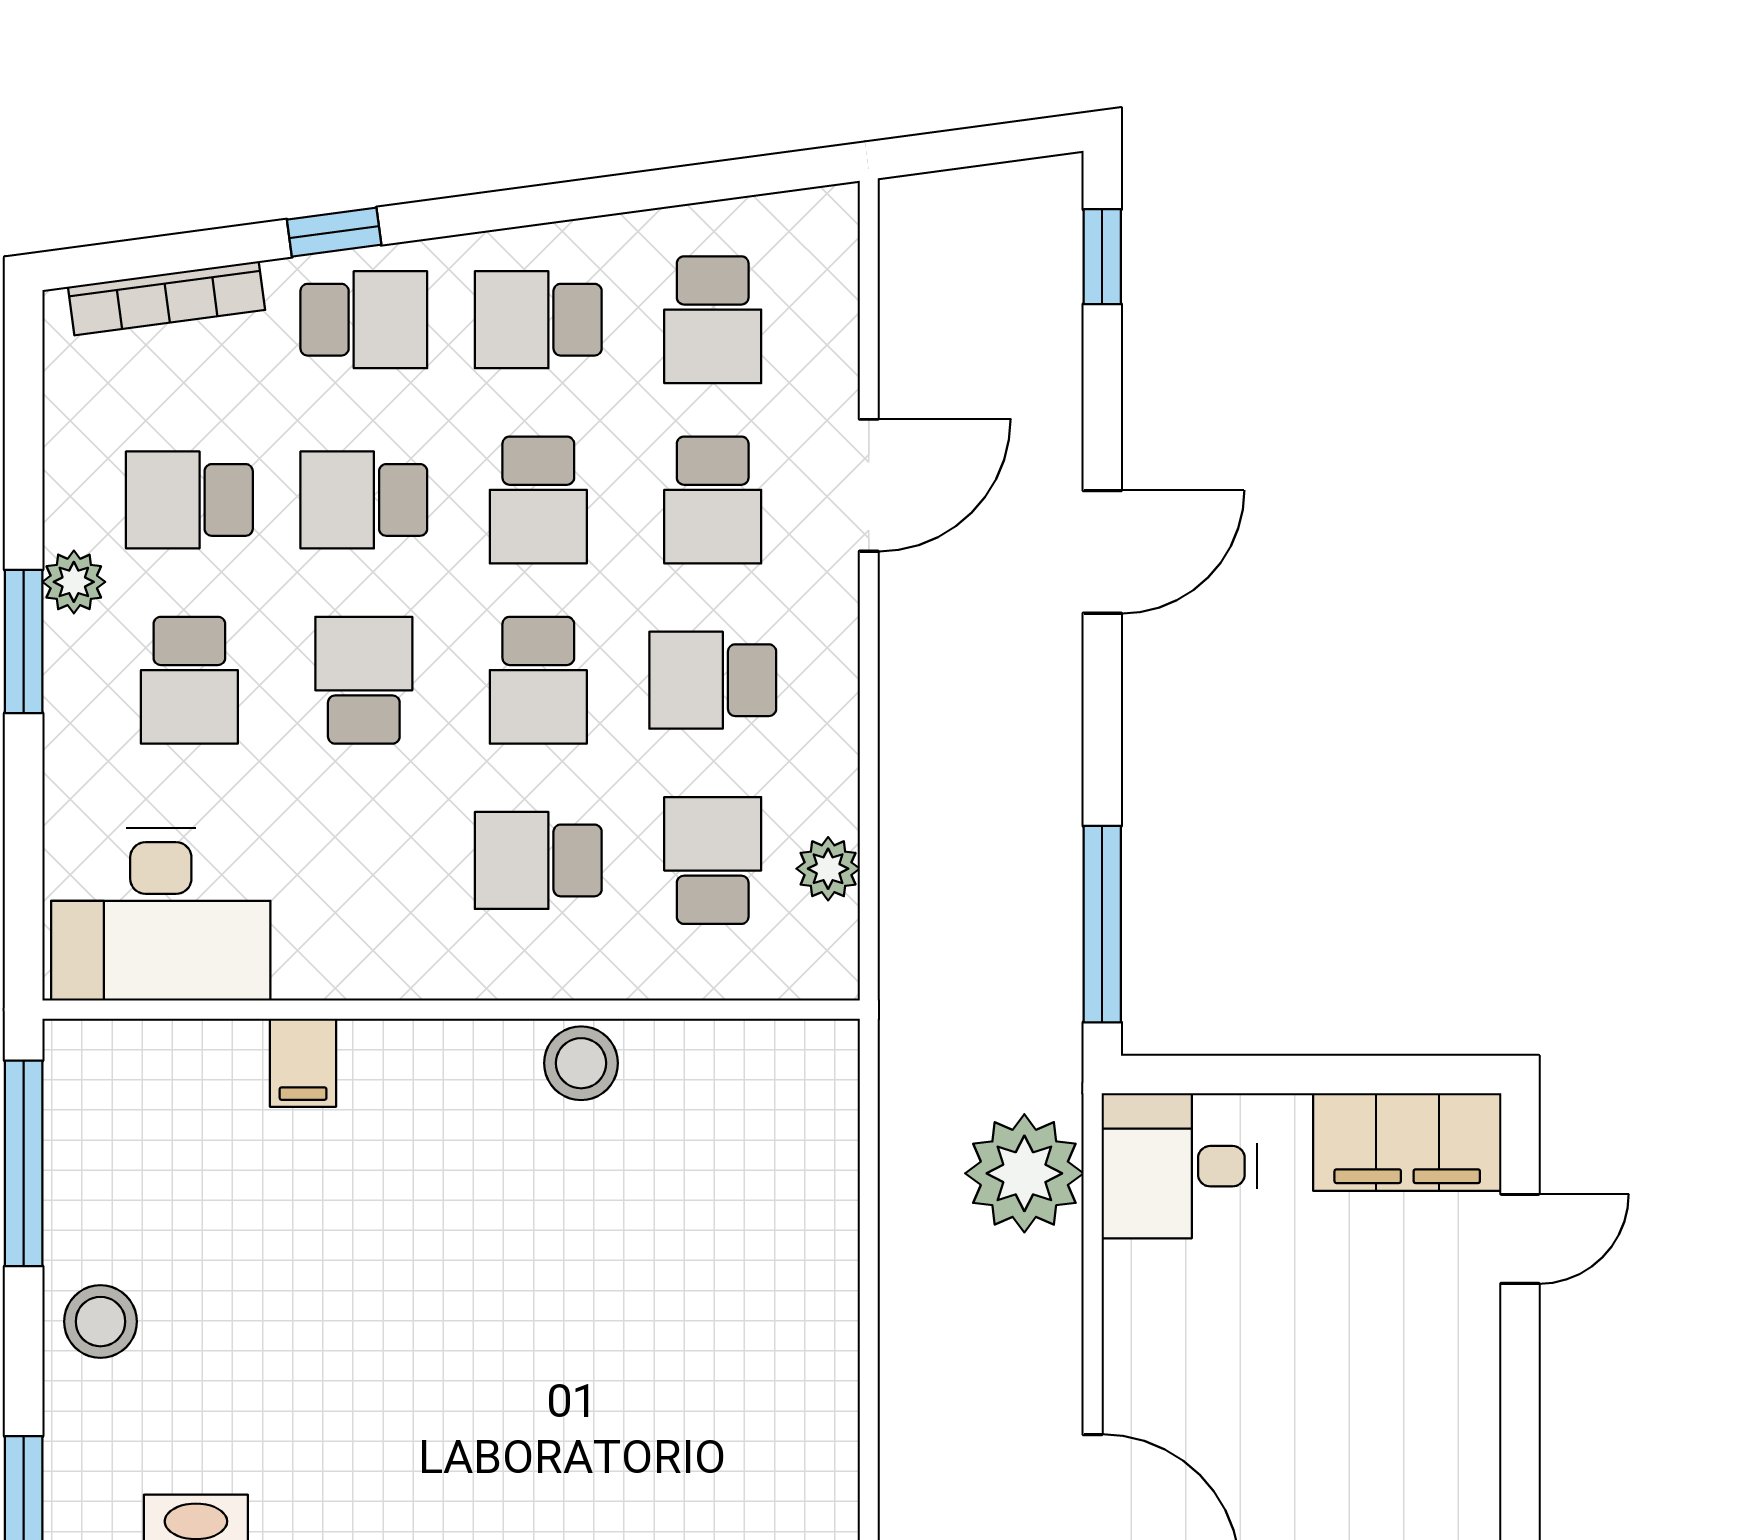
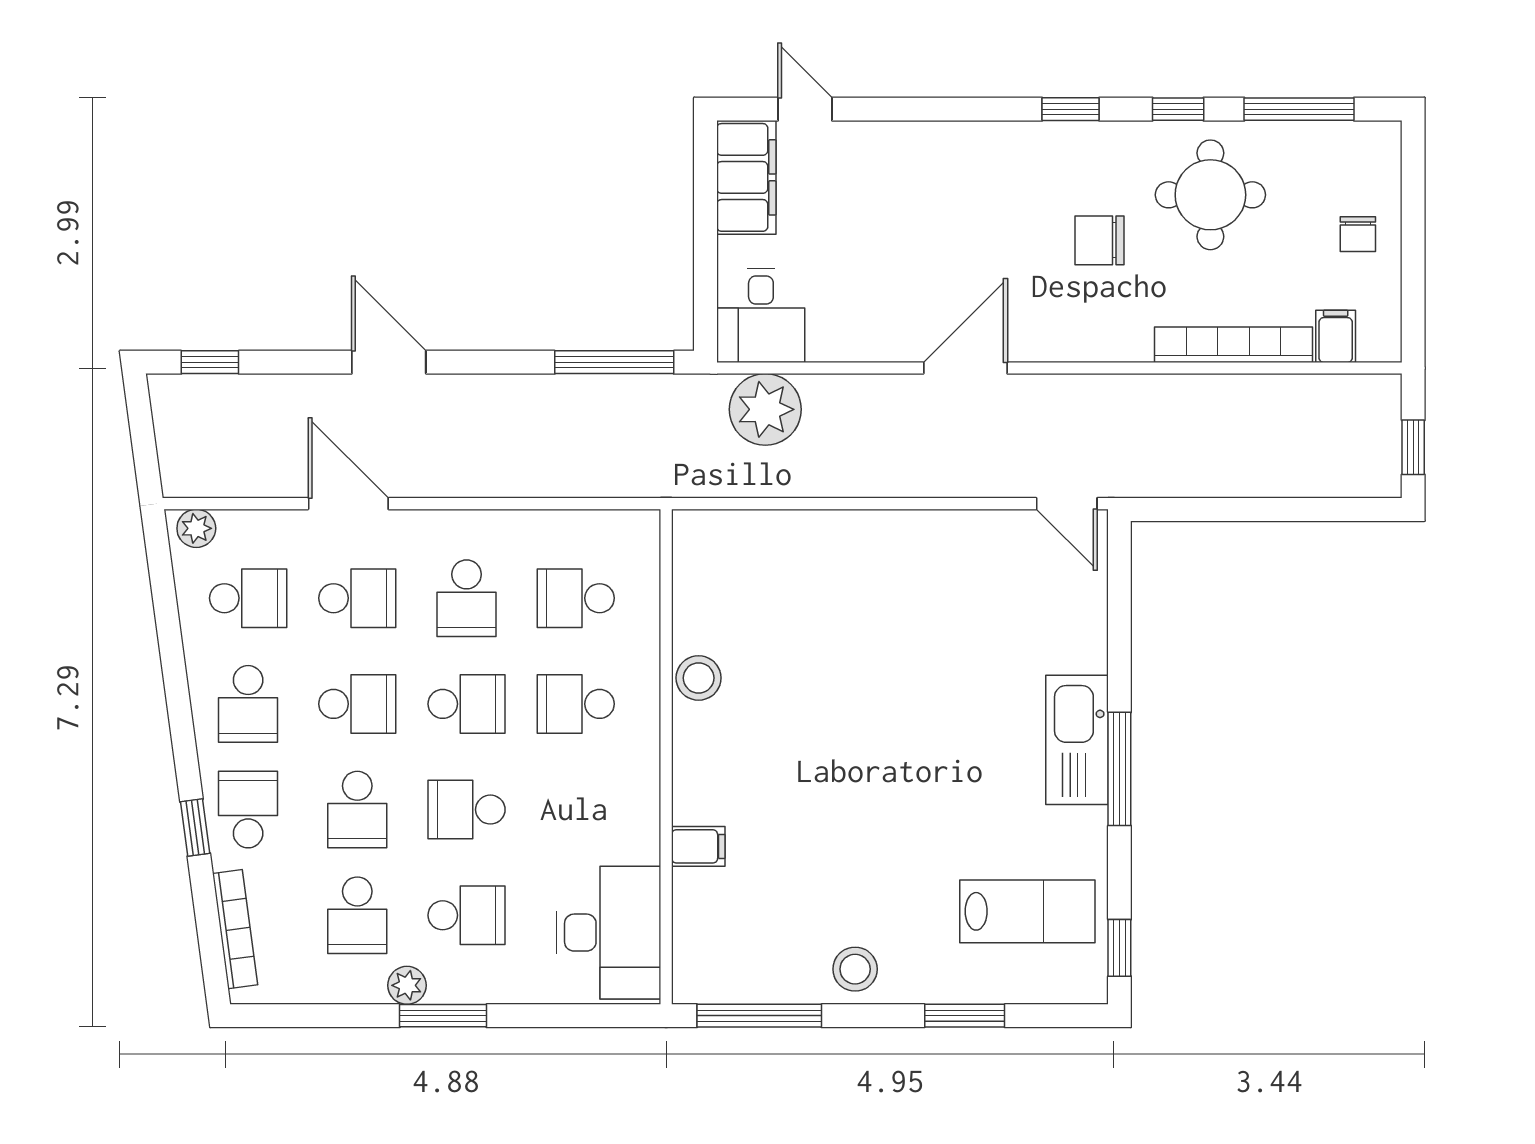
school desk: (538, 860) -> (576, 704), turned 90
plant: (828, 869) -> (196, 528), moved

